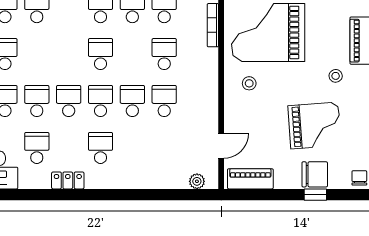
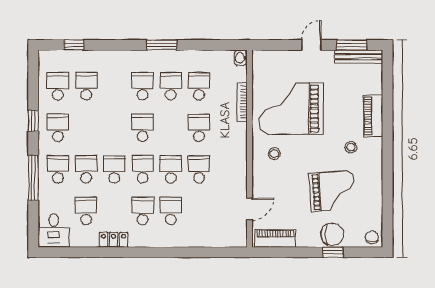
school desk: (132, 148) -> (171, 211), added
plant: (197, 181) -> (228, 241), removed

